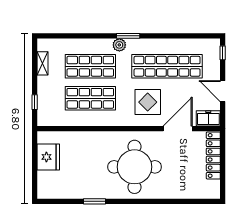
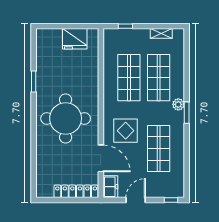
shop shelf: (167, 66) -> (159, 149), width x0.71

